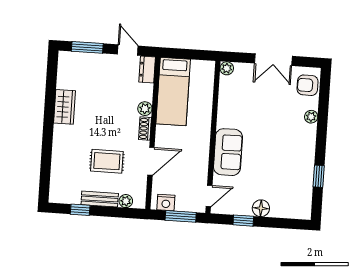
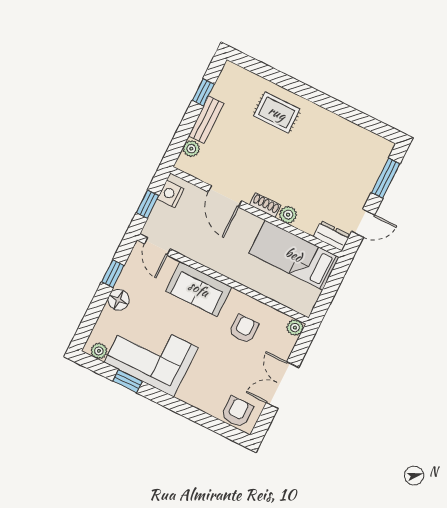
armchair: (244, 106) -> (244, 329), added
wardrobe: (64, 107) -> (329, 124), removed
plant: (311, 117) -> (99, 351), moved
rug: (107, 161) -> (277, 113), moved, turned 90
corner sofa: (292, 167) -> (151, 355), added
window: (181, 216) -> (148, 204), width x0.67

